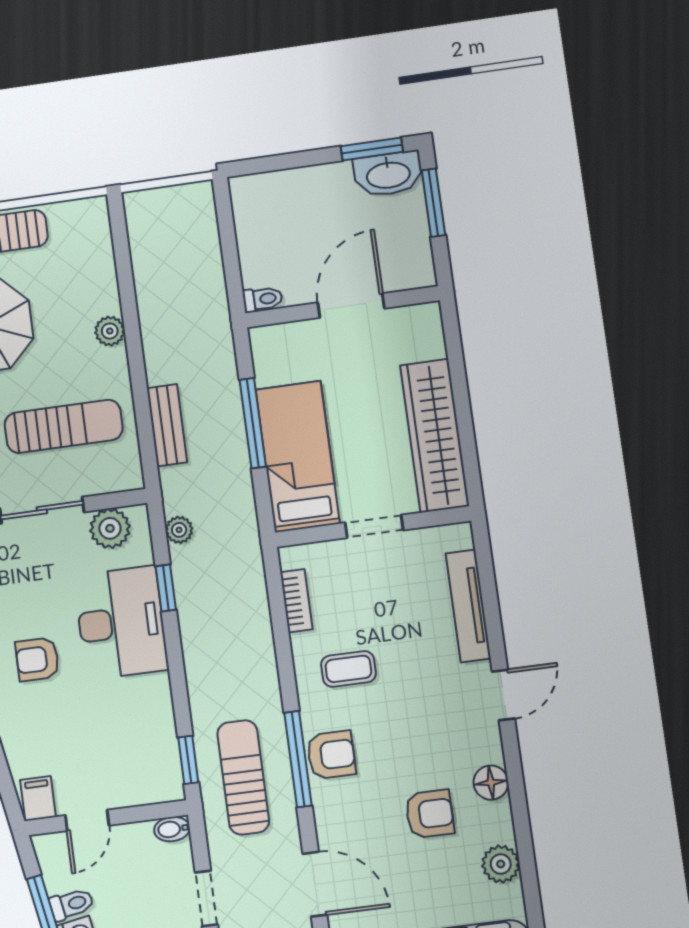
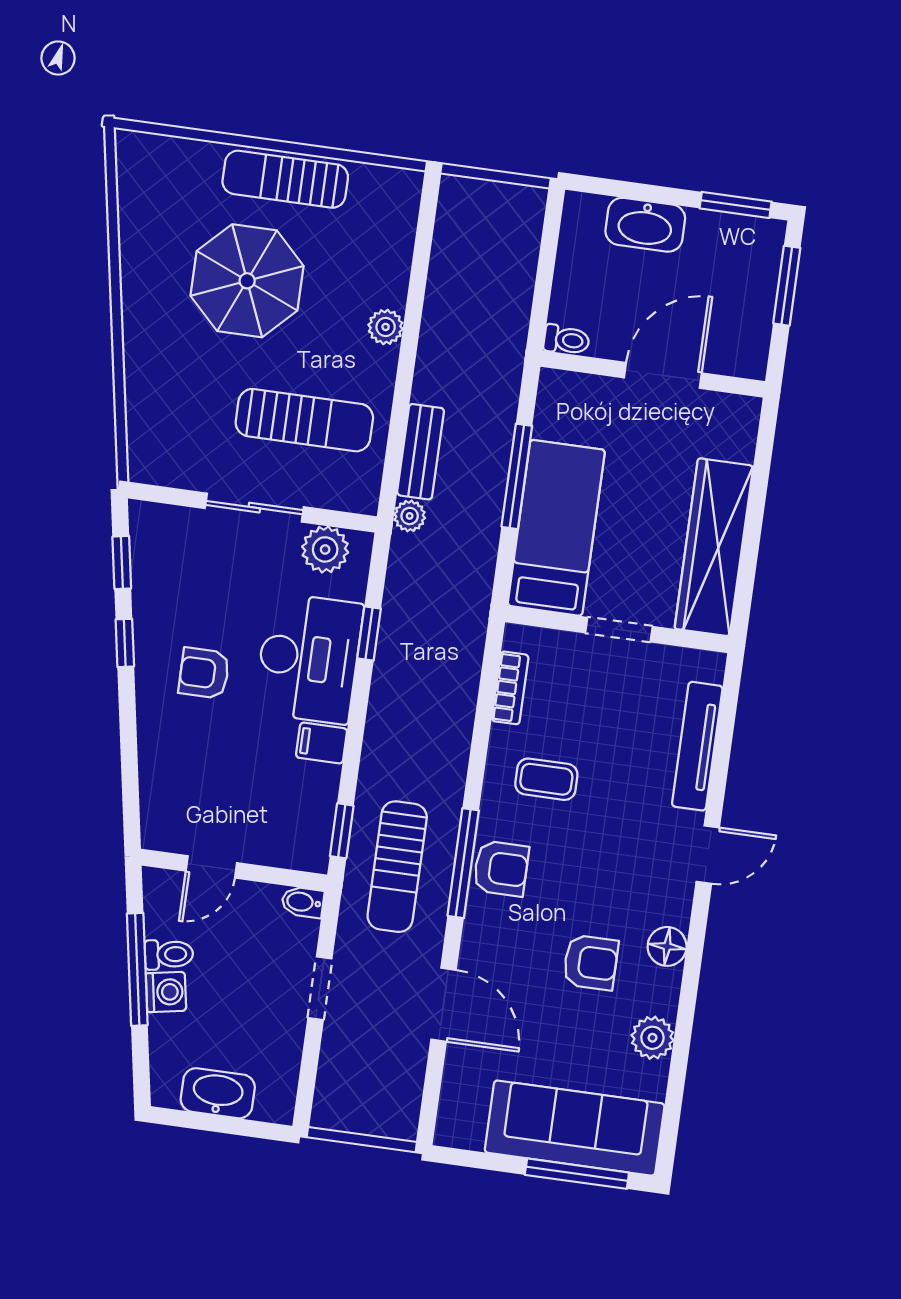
washbasin: (388, 174) -> (645, 225), moved
plant: (179, 530) -> (410, 516), moved
sun lounger: (243, 777) -> (397, 867), turned 180
filing cabinet: (38, 798) -> (322, 743), moved, turned -90

